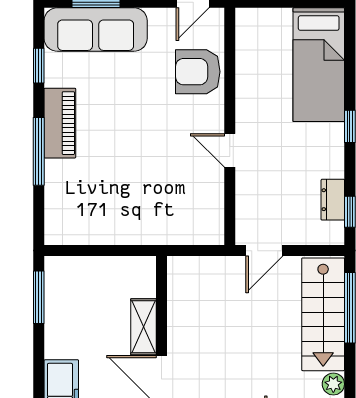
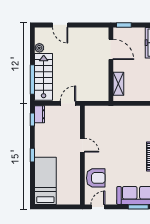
dresser: (333, 200) -> (40, 114), moved
shelving: (143, 327) -> (118, 84), moved

